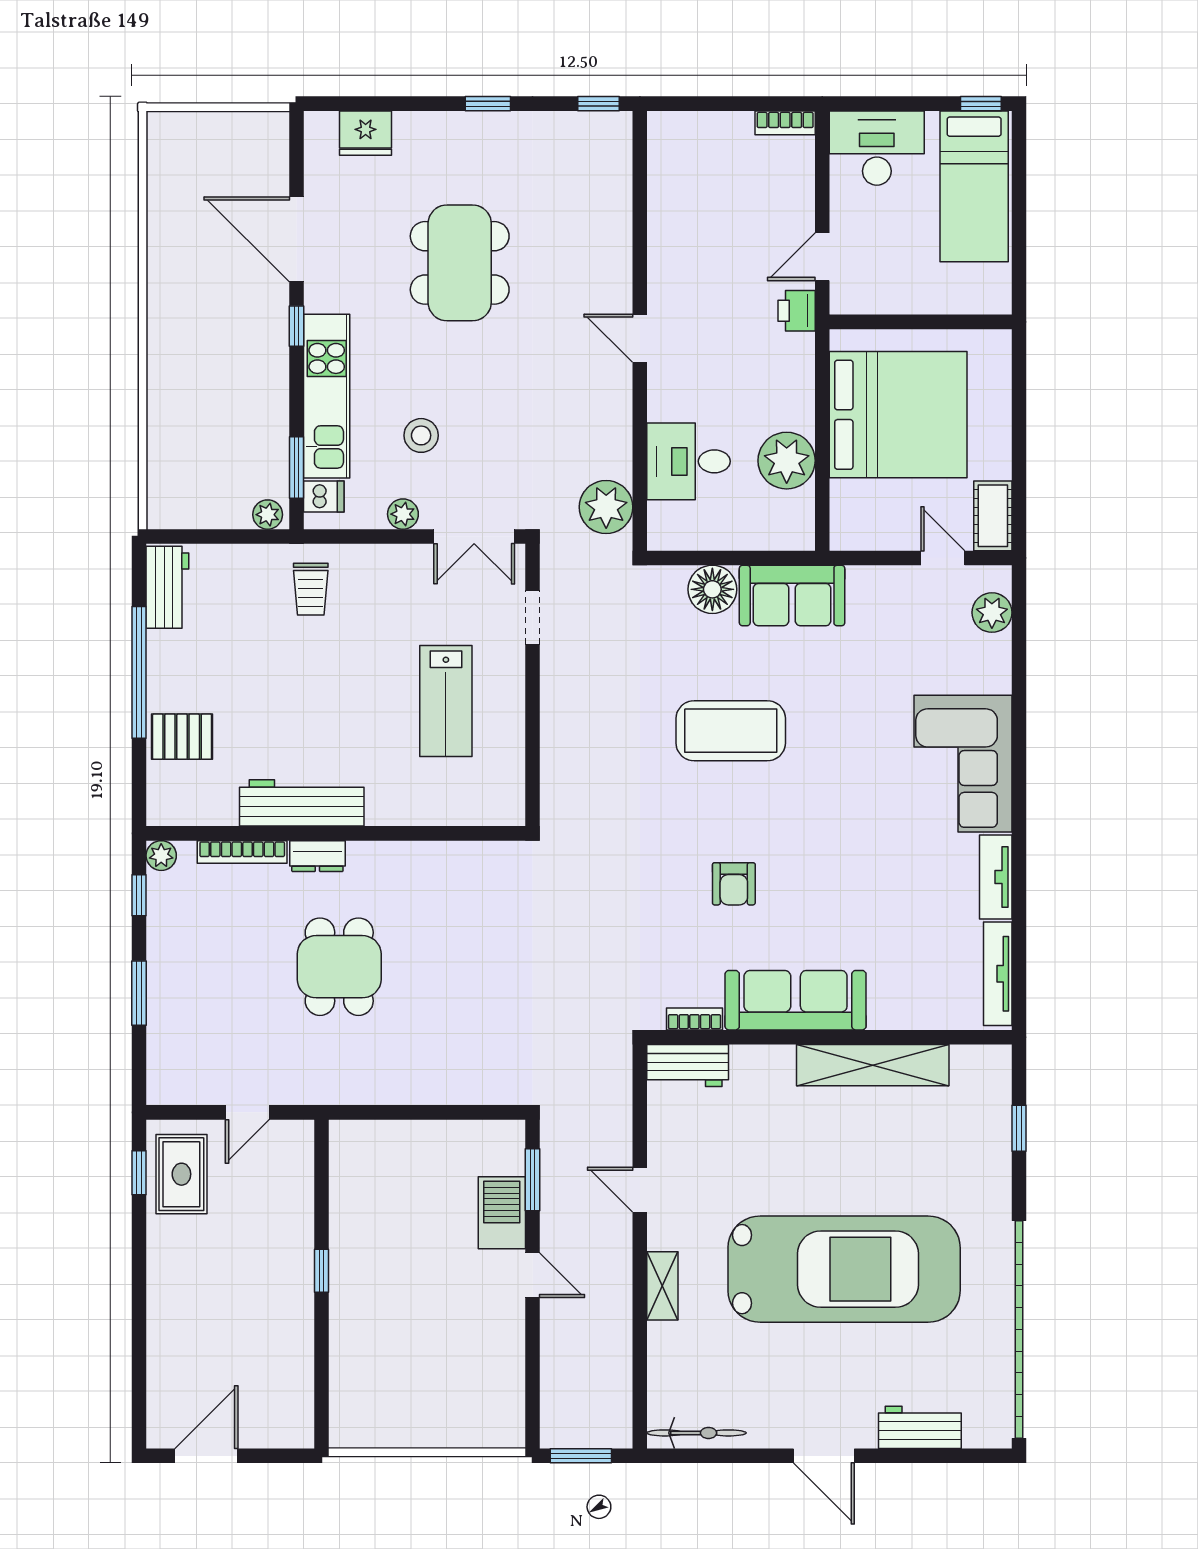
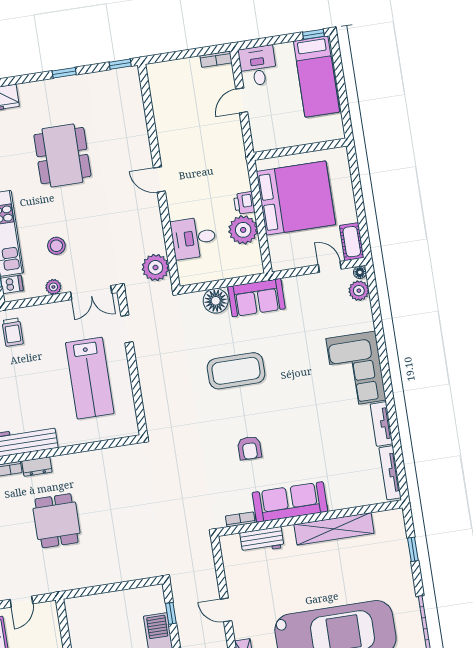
desk: (877, 148) -> (258, 66), width x0.73
door: (822, 257) -> (242, 100), moved
printer: (797, 311) -> (244, 203), moved
floor lamp: (999, 577) -> (360, 272), added
lab bench: (446, 701) -> (90, 378), width x1.36, depth x1.39
workbench: (688, 1065) -> (262, 540), moved
window: (532, 1180) -> (171, 613), width x0.67

